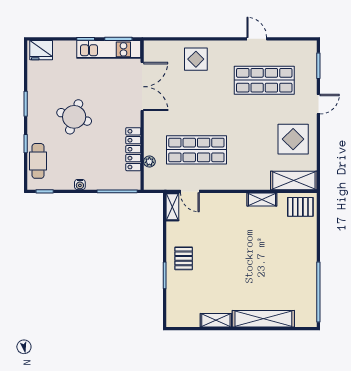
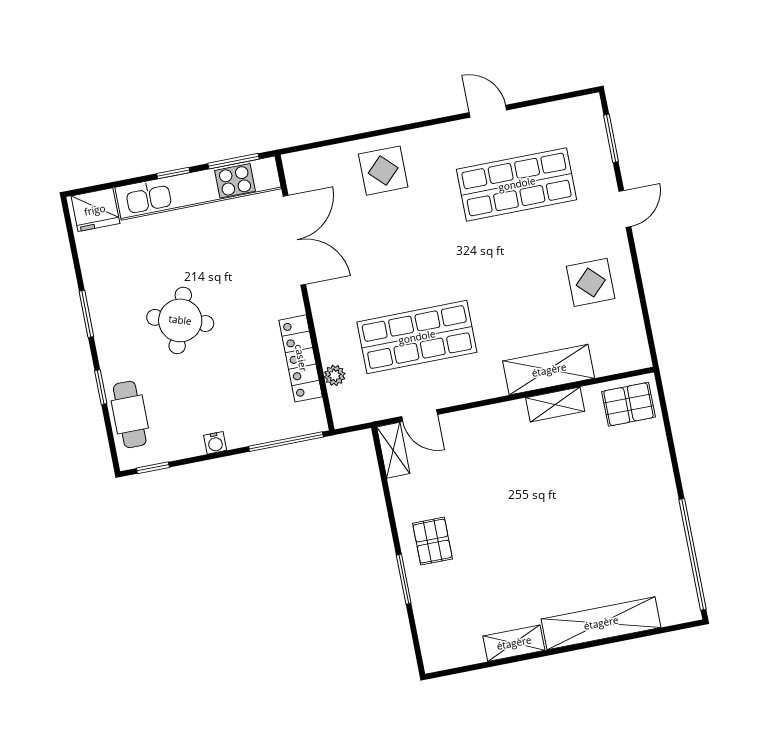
kitchen unit: (109, 49) -> (198, 188), width x1.36
display table: (293, 139) -> (591, 282), width x0.73, depth x0.73
shelving: (294, 181) -> (549, 370), moved

